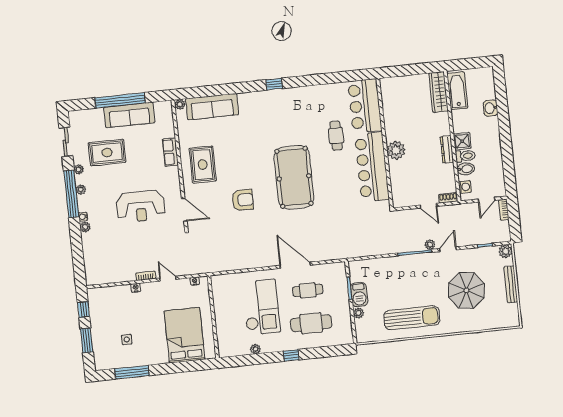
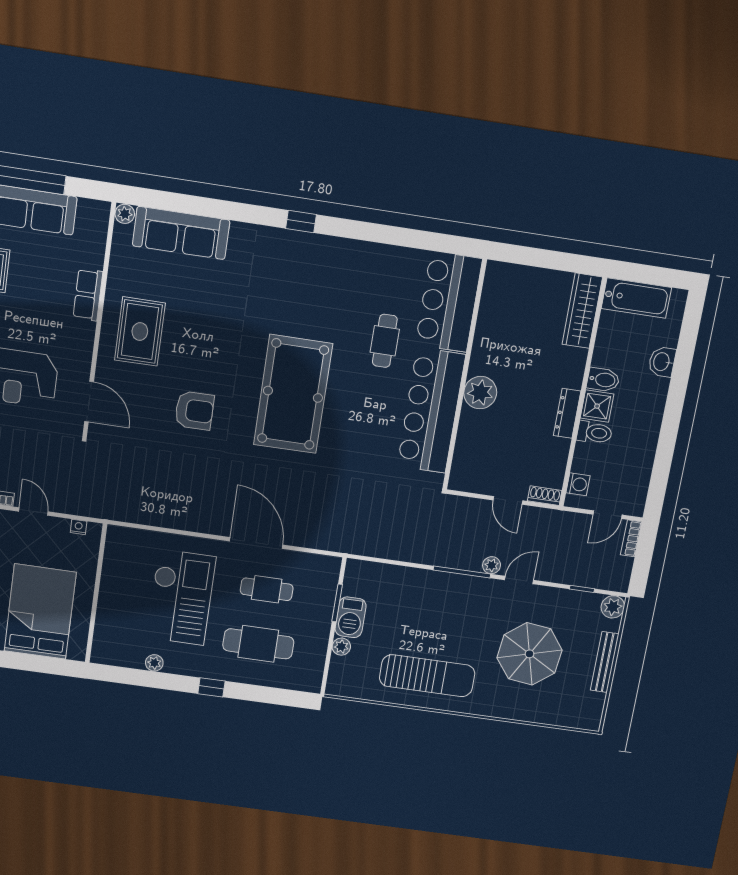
bathtub: (457, 91) -> (636, 298), moved, turned 90
bidet: (466, 169) -> (603, 380), moved

